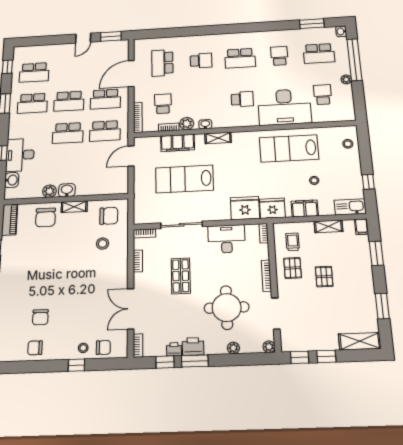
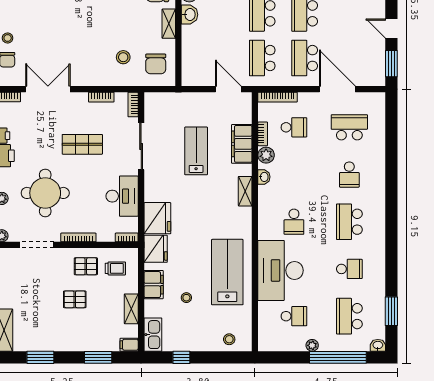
lab bench: (184, 179) -> (196, 151), width x0.73, depth x0.72

